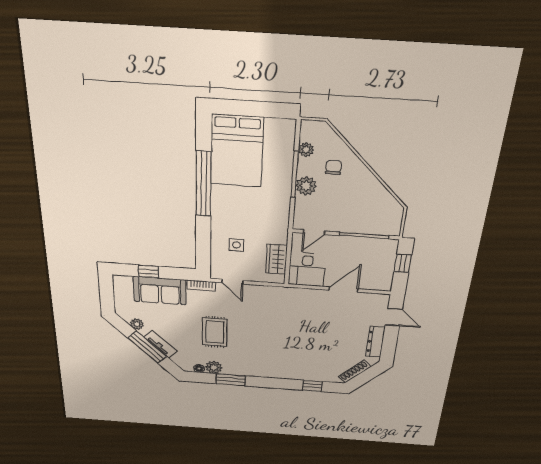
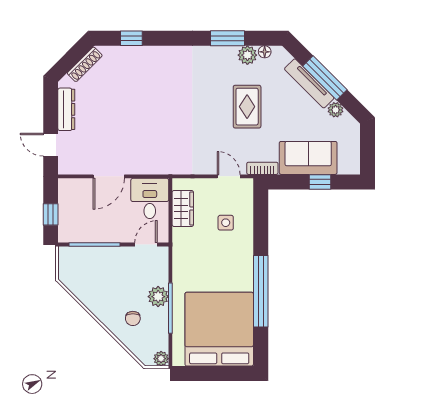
plant: (306, 150) -> (161, 359), moved
bed: (237, 151) -> (219, 329), width x1.36
tv unit: (161, 344) -> (309, 83), width x1.41

